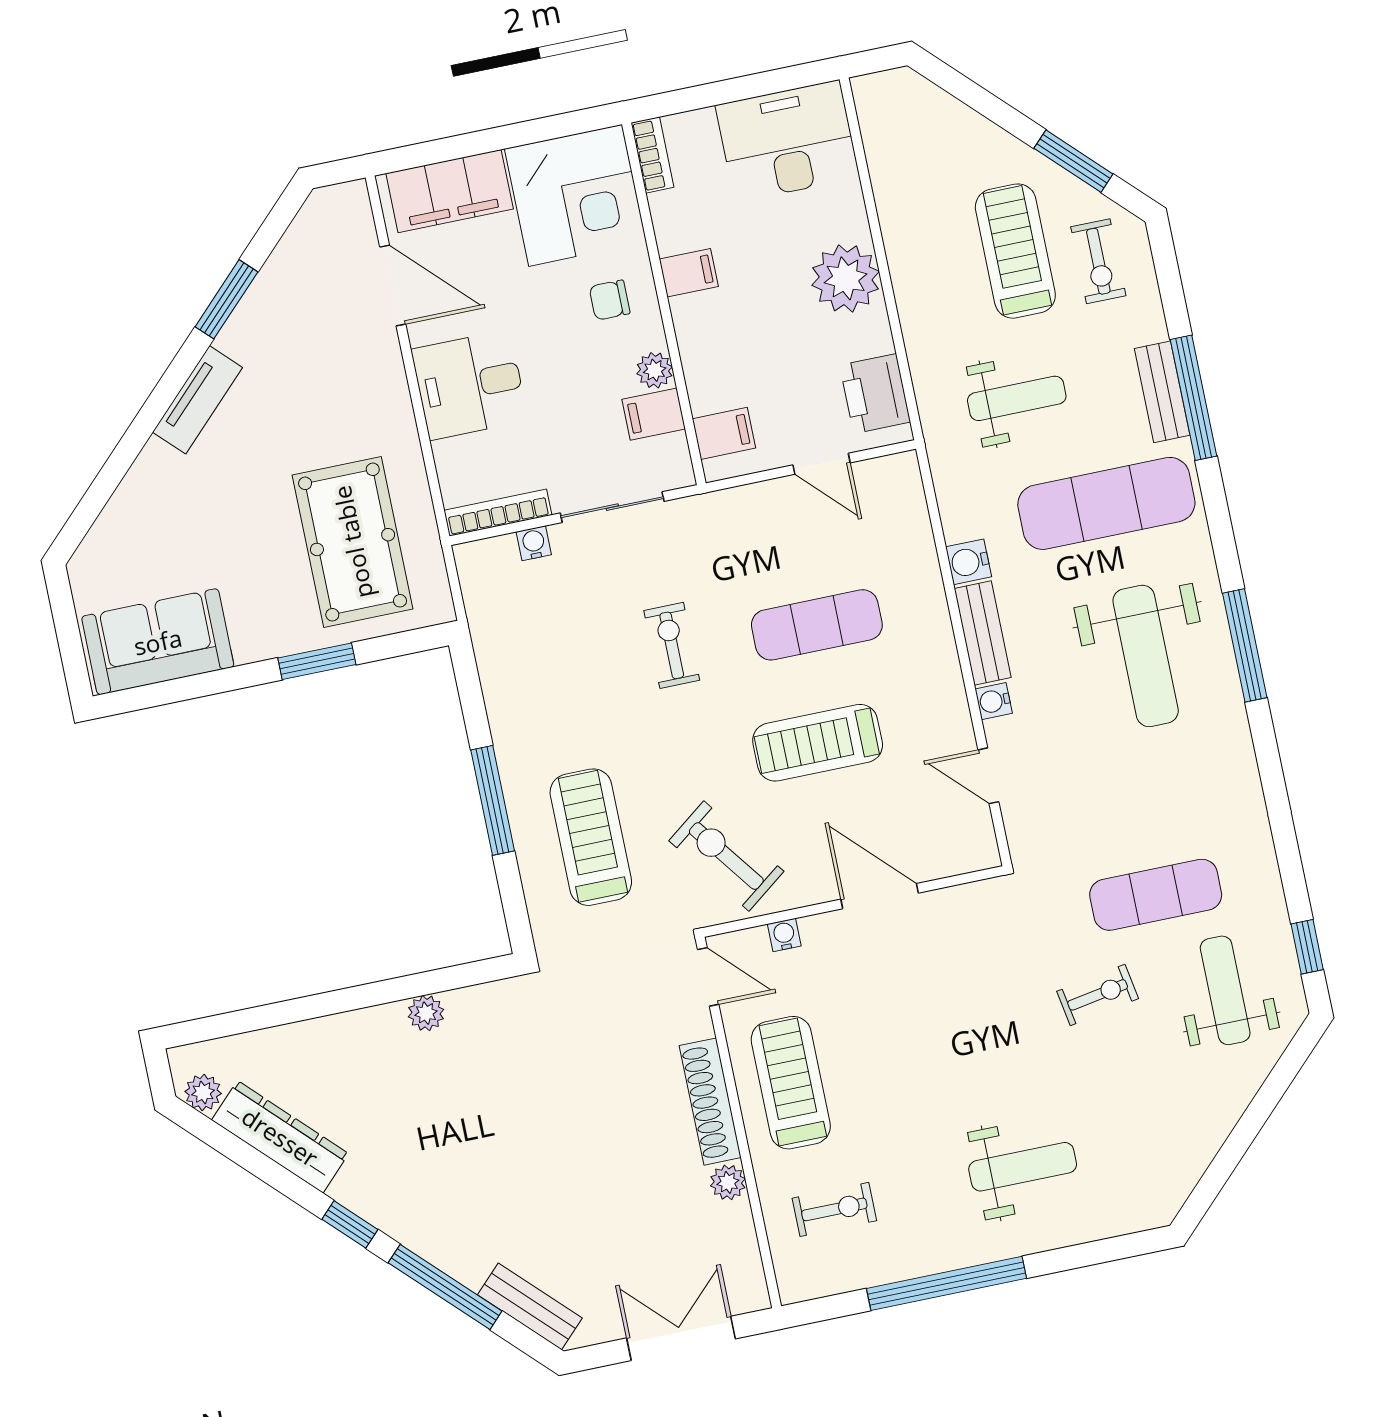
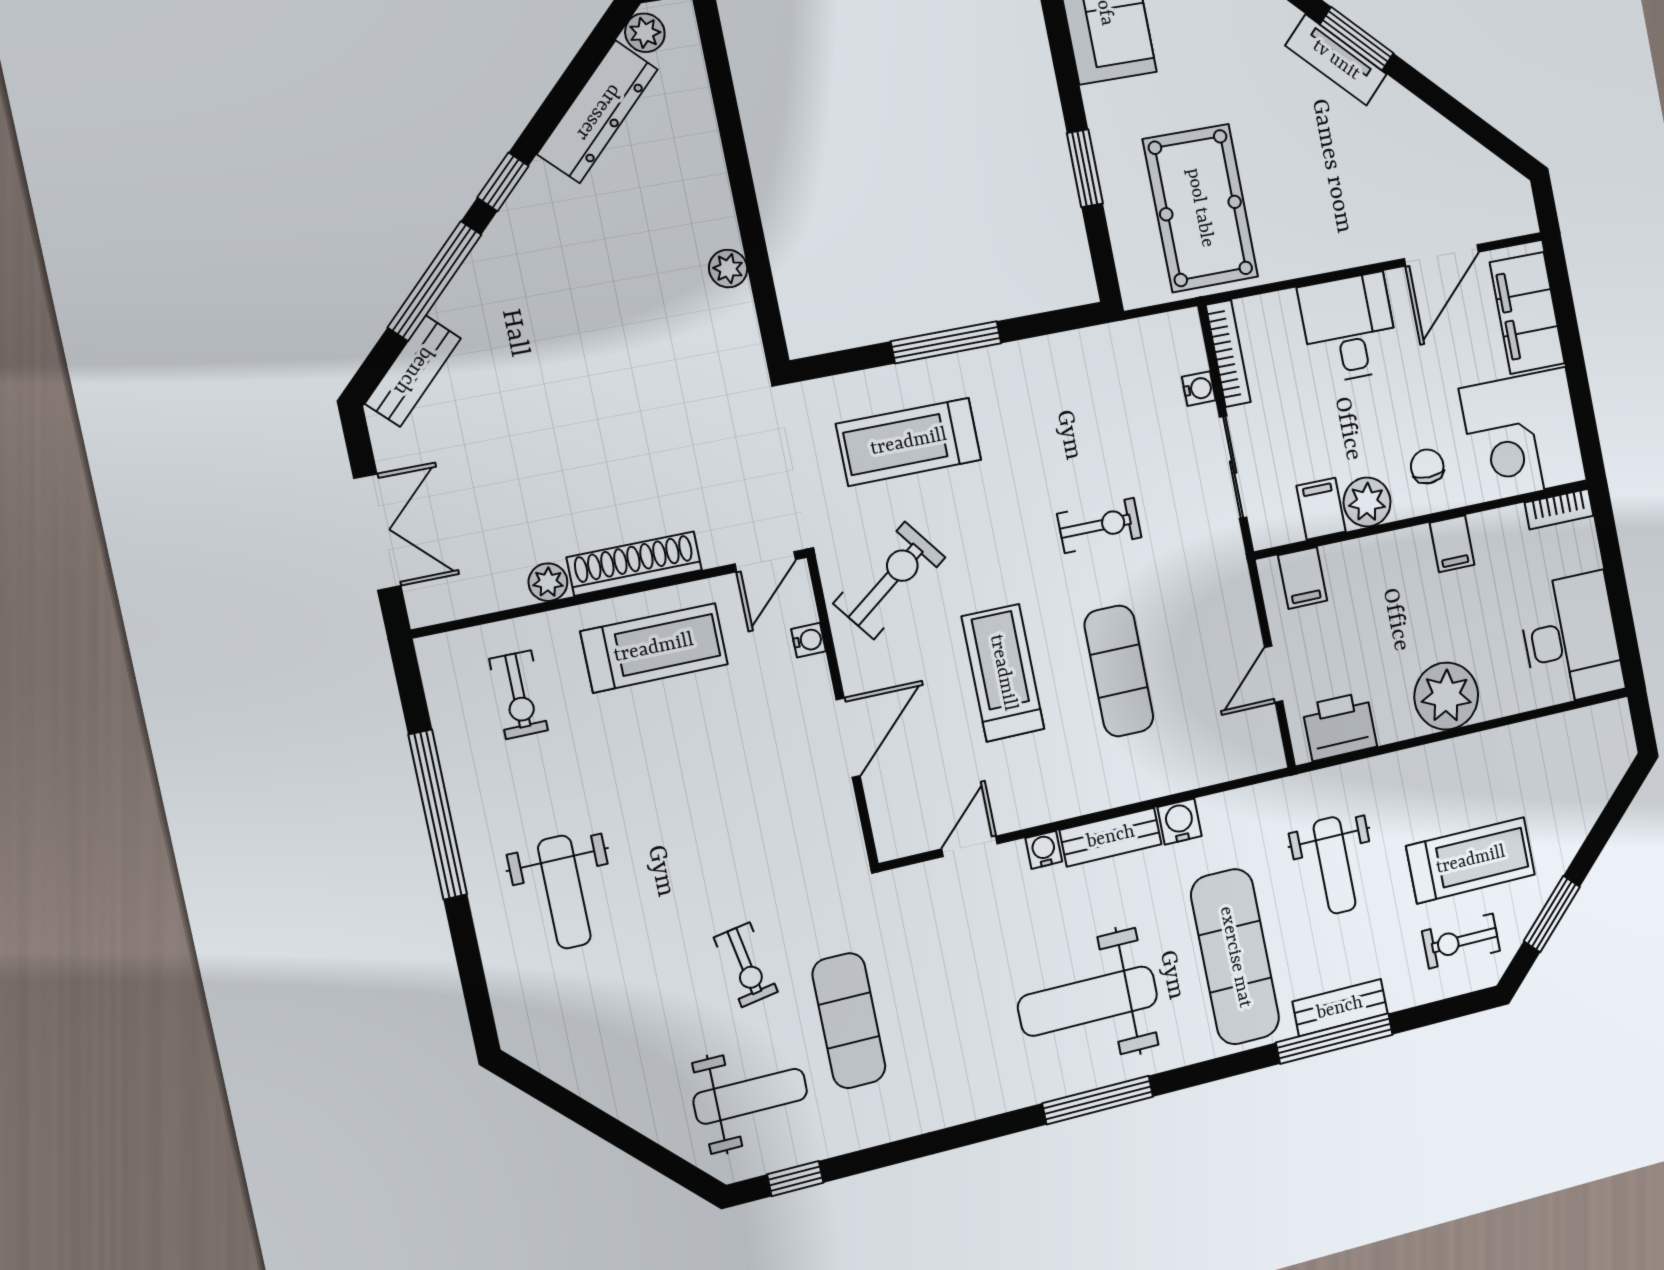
window: (226, 299) -> (1357, 39), moved
plant: (655, 370) -> (1367, 502), width x1.38, depth x1.38
pool table: (353, 542) -> (1200, 208), turned 90
treadmill: (591, 837) -> (909, 442), turned 180

